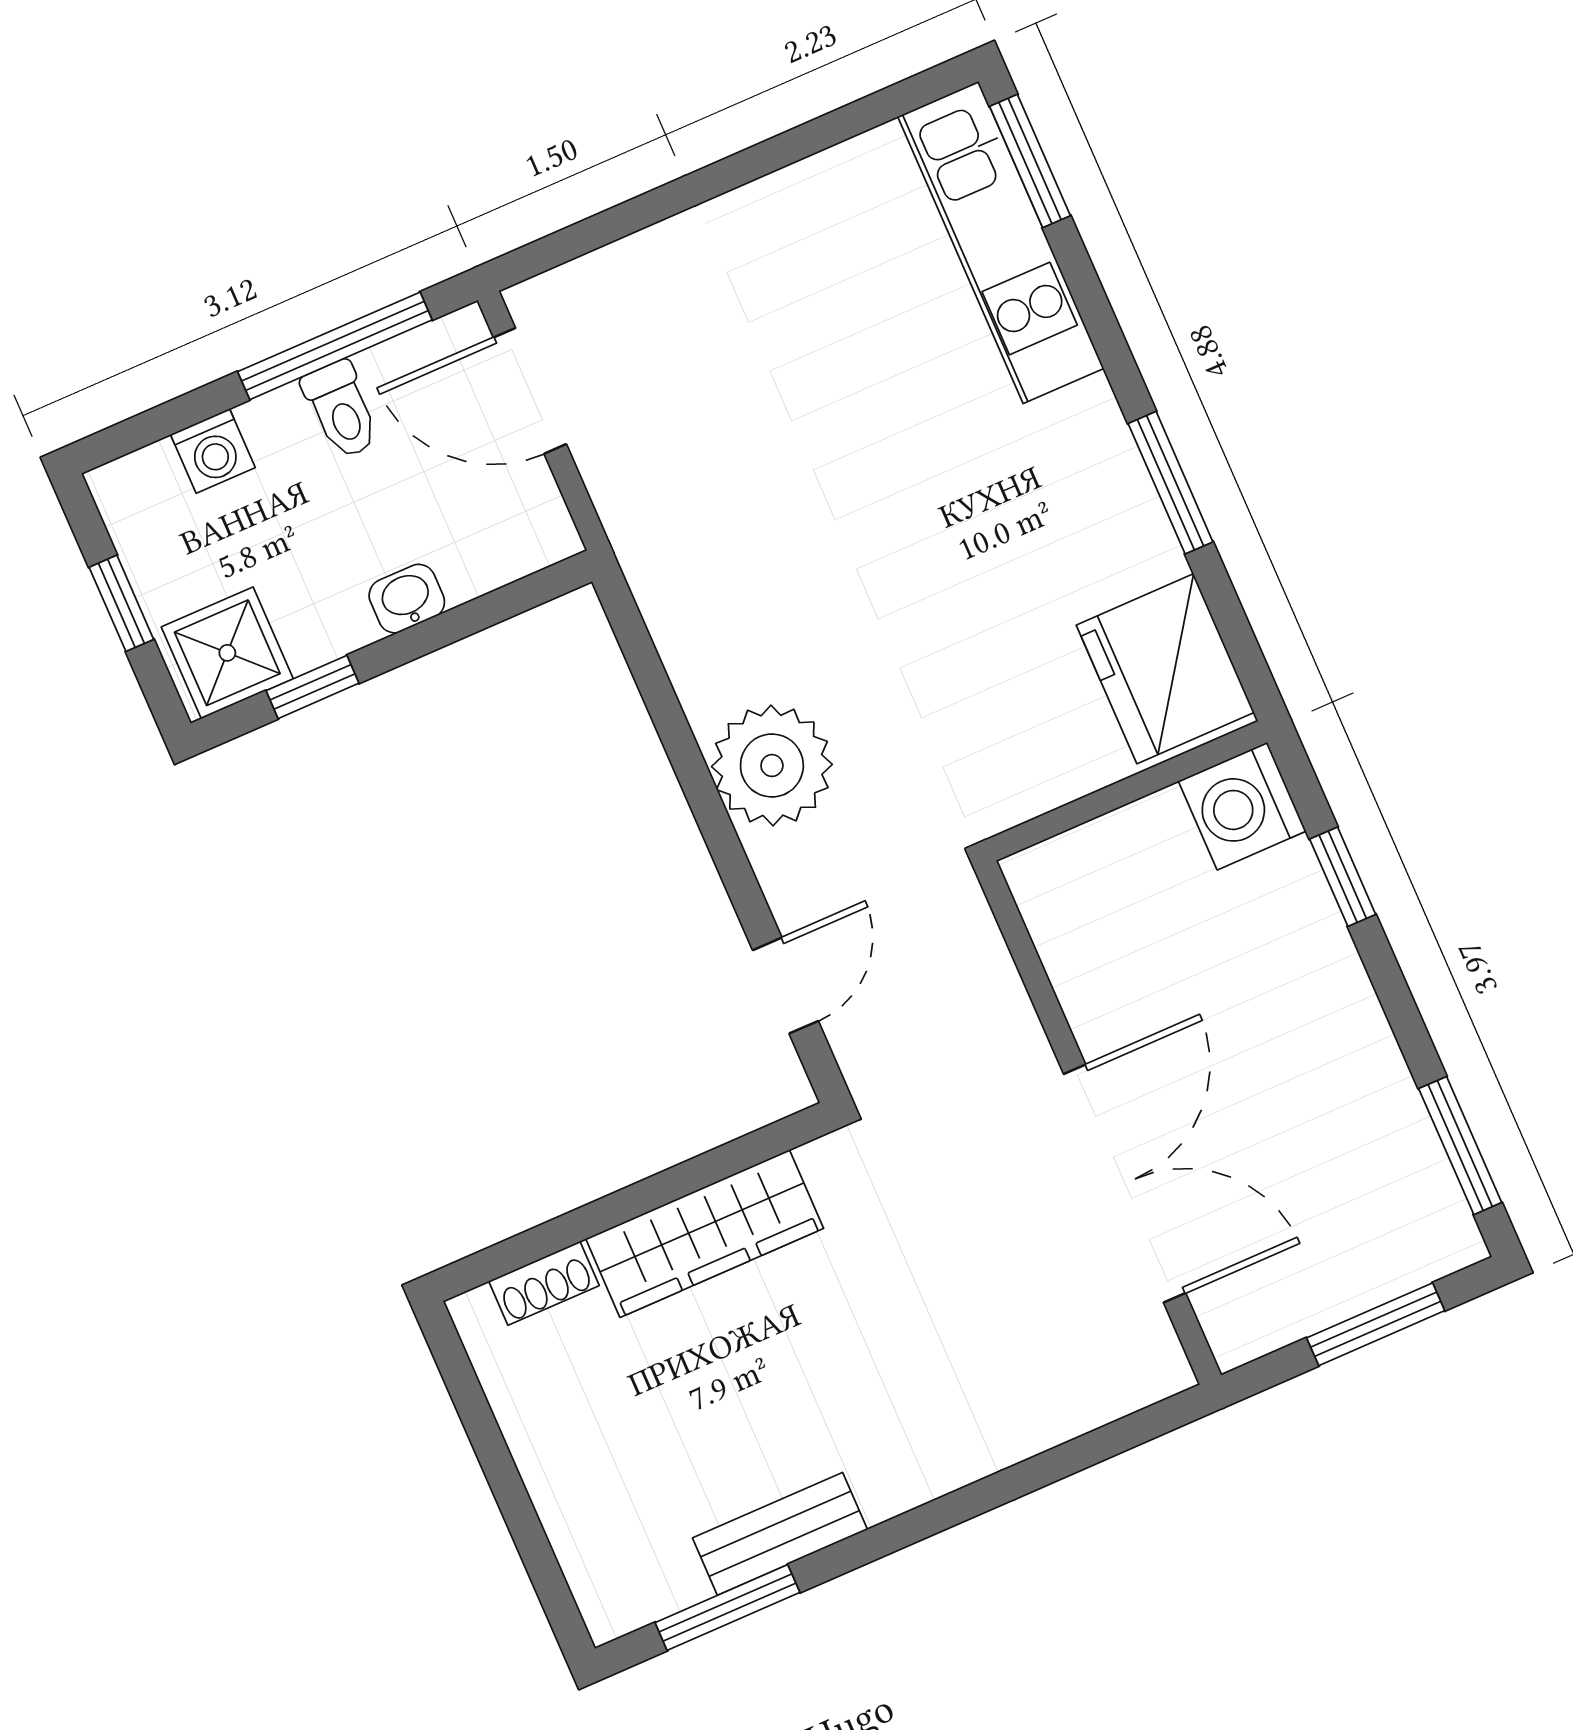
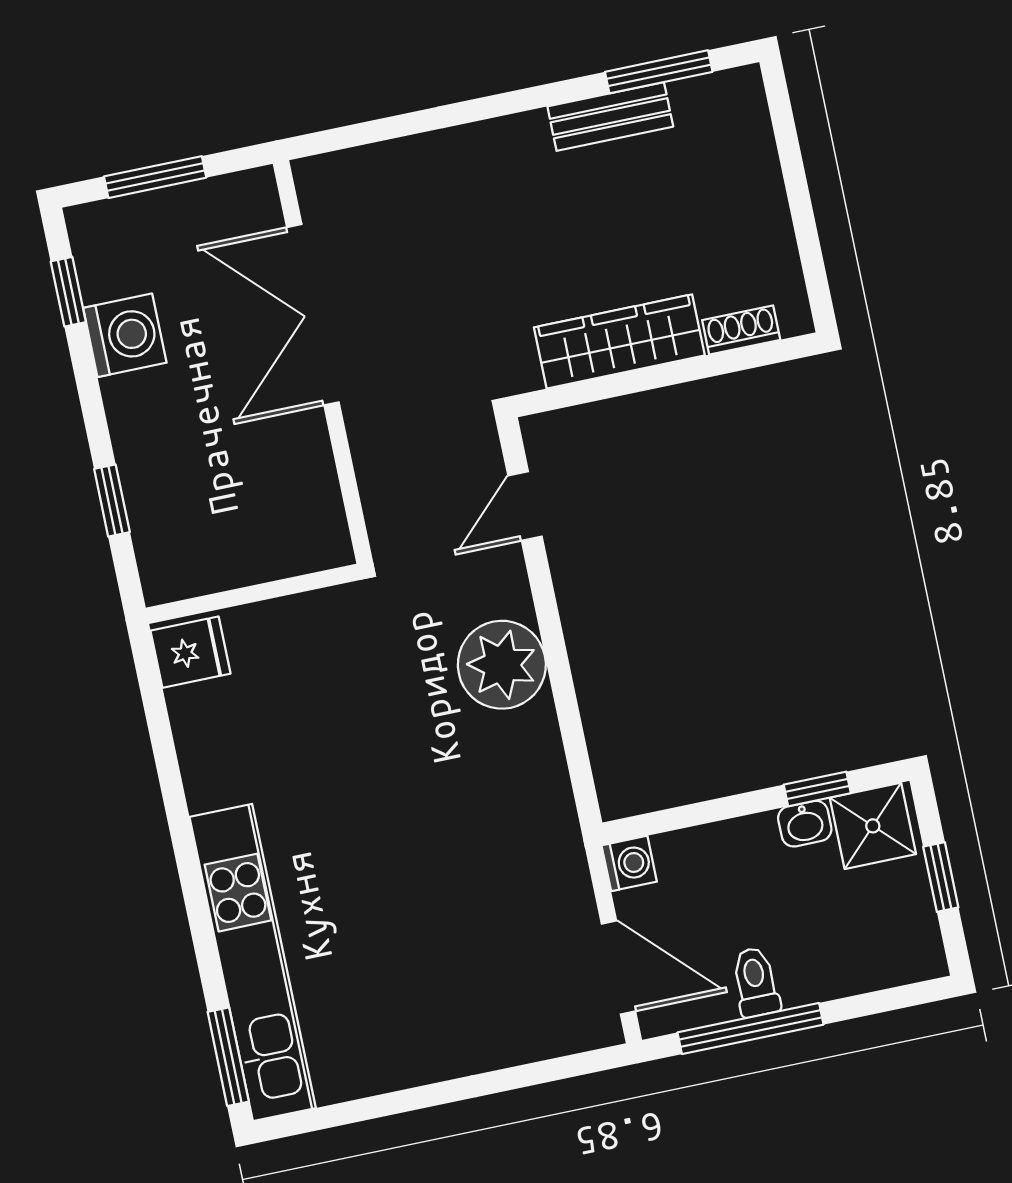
kitchen unit: (1001, 242) -> (253, 963), width x1.36
washing machine: (213, 451) -> (629, 863), moved, turned 90
window: (1171, 483) -> (176, 807), removed
washbasin: (407, 599) -> (805, 824), moved
fridge: (1165, 669) -> (191, 652), width x0.53, depth x0.75
washing machine: (1242, 806) -> (125, 335), moved
window: (1460, 1146) -> (68, 292), width x0.67

